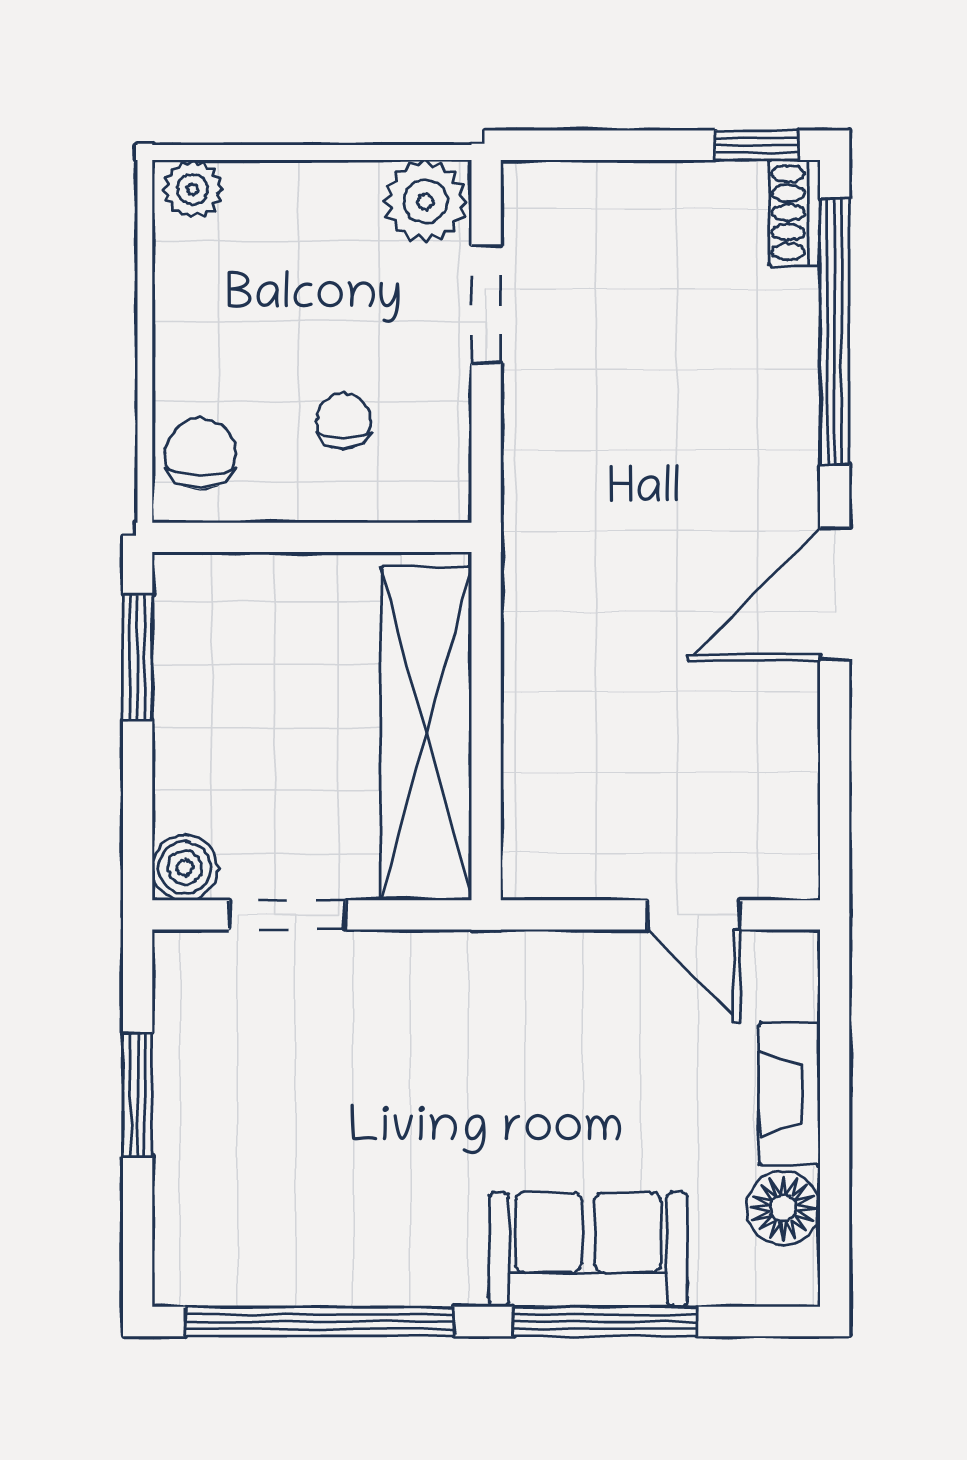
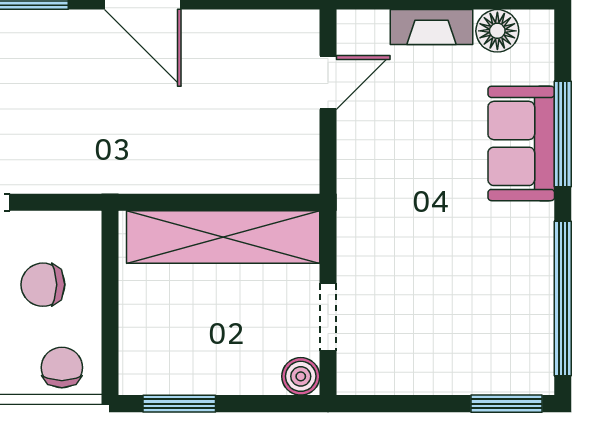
chair: (343, 421) -> (43, 285), width x1.37, depth x1.37
chair: (200, 454) -> (62, 367), turned 90
window: (138, 1095) -> (507, 404), moved

